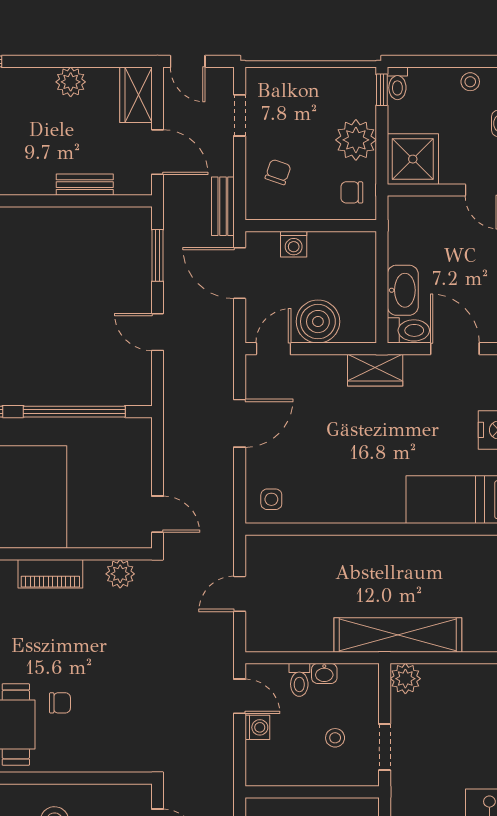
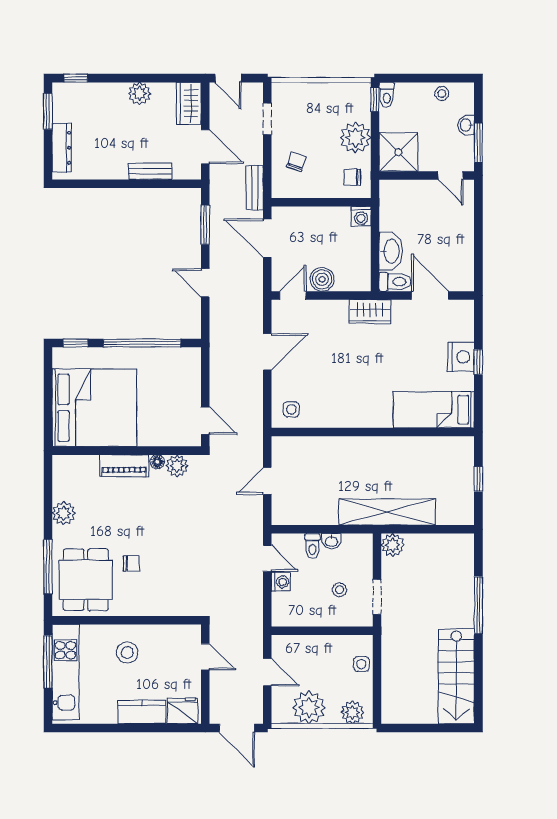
washing machine: (294, 244) -> (361, 216), moved
boiler: (318, 322) -> (322, 279), width x0.73, depth x0.73
floor lamp: (94, 569) -> (157, 462), added

